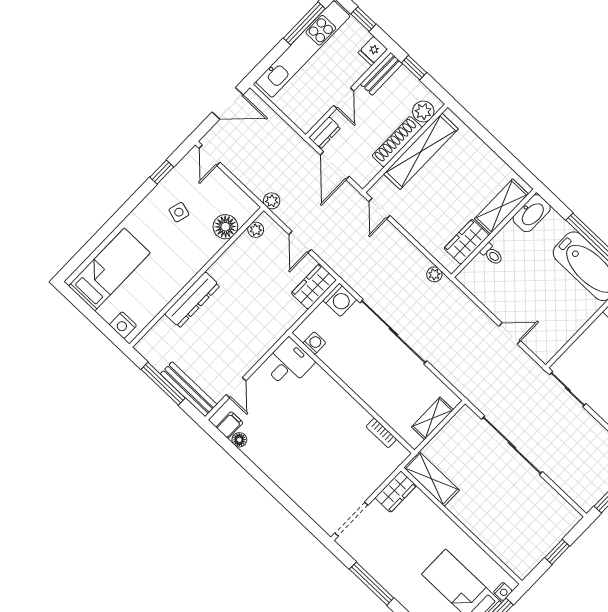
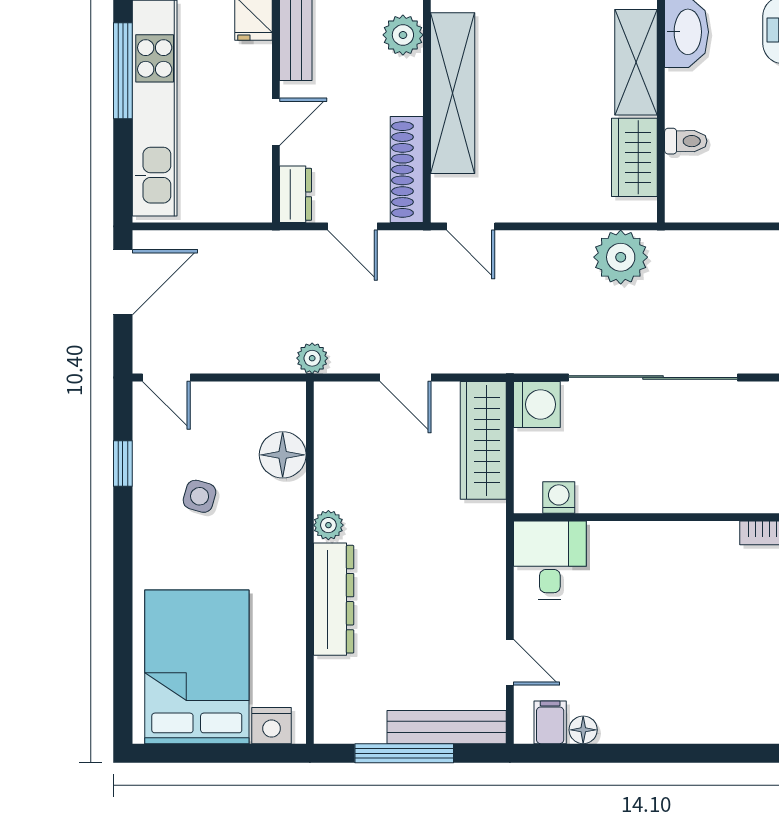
door: (344, 98) -> (276, 122), hinge flipped
shoe rack: (397, 142) -> (407, 170), moved
door: (335, 166) -> (353, 226), width x0.73
plant: (256, 230) -> (328, 525), moved
bed: (109, 269) -> (197, 667), width x1.50
plant: (434, 274) -> (621, 257), width x1.88, depth x1.88
wardrobe: (314, 287) -> (483, 440), width x1.50

